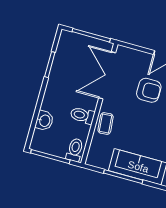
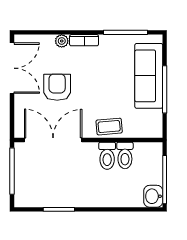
double door: (107, 75) -> (53, 140), swing flipped
washbasin: (44, 121) -> (153, 196), moved, turned -90
toilet: (75, 150) -> (125, 155), moved, turned -90

